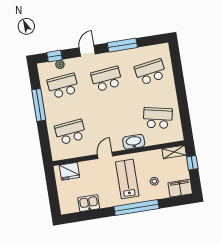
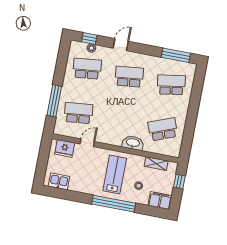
window: (122, 45) -> (176, 55), moved
window: (39, 105) -> (54, 101), moved
school desk: (158, 118) -> (163, 129), turned -33
shelving: (174, 152) -> (156, 164), moved
door: (105, 155) -> (87, 143), moved
kitchen sink: (89, 203) -> (59, 181), moved

